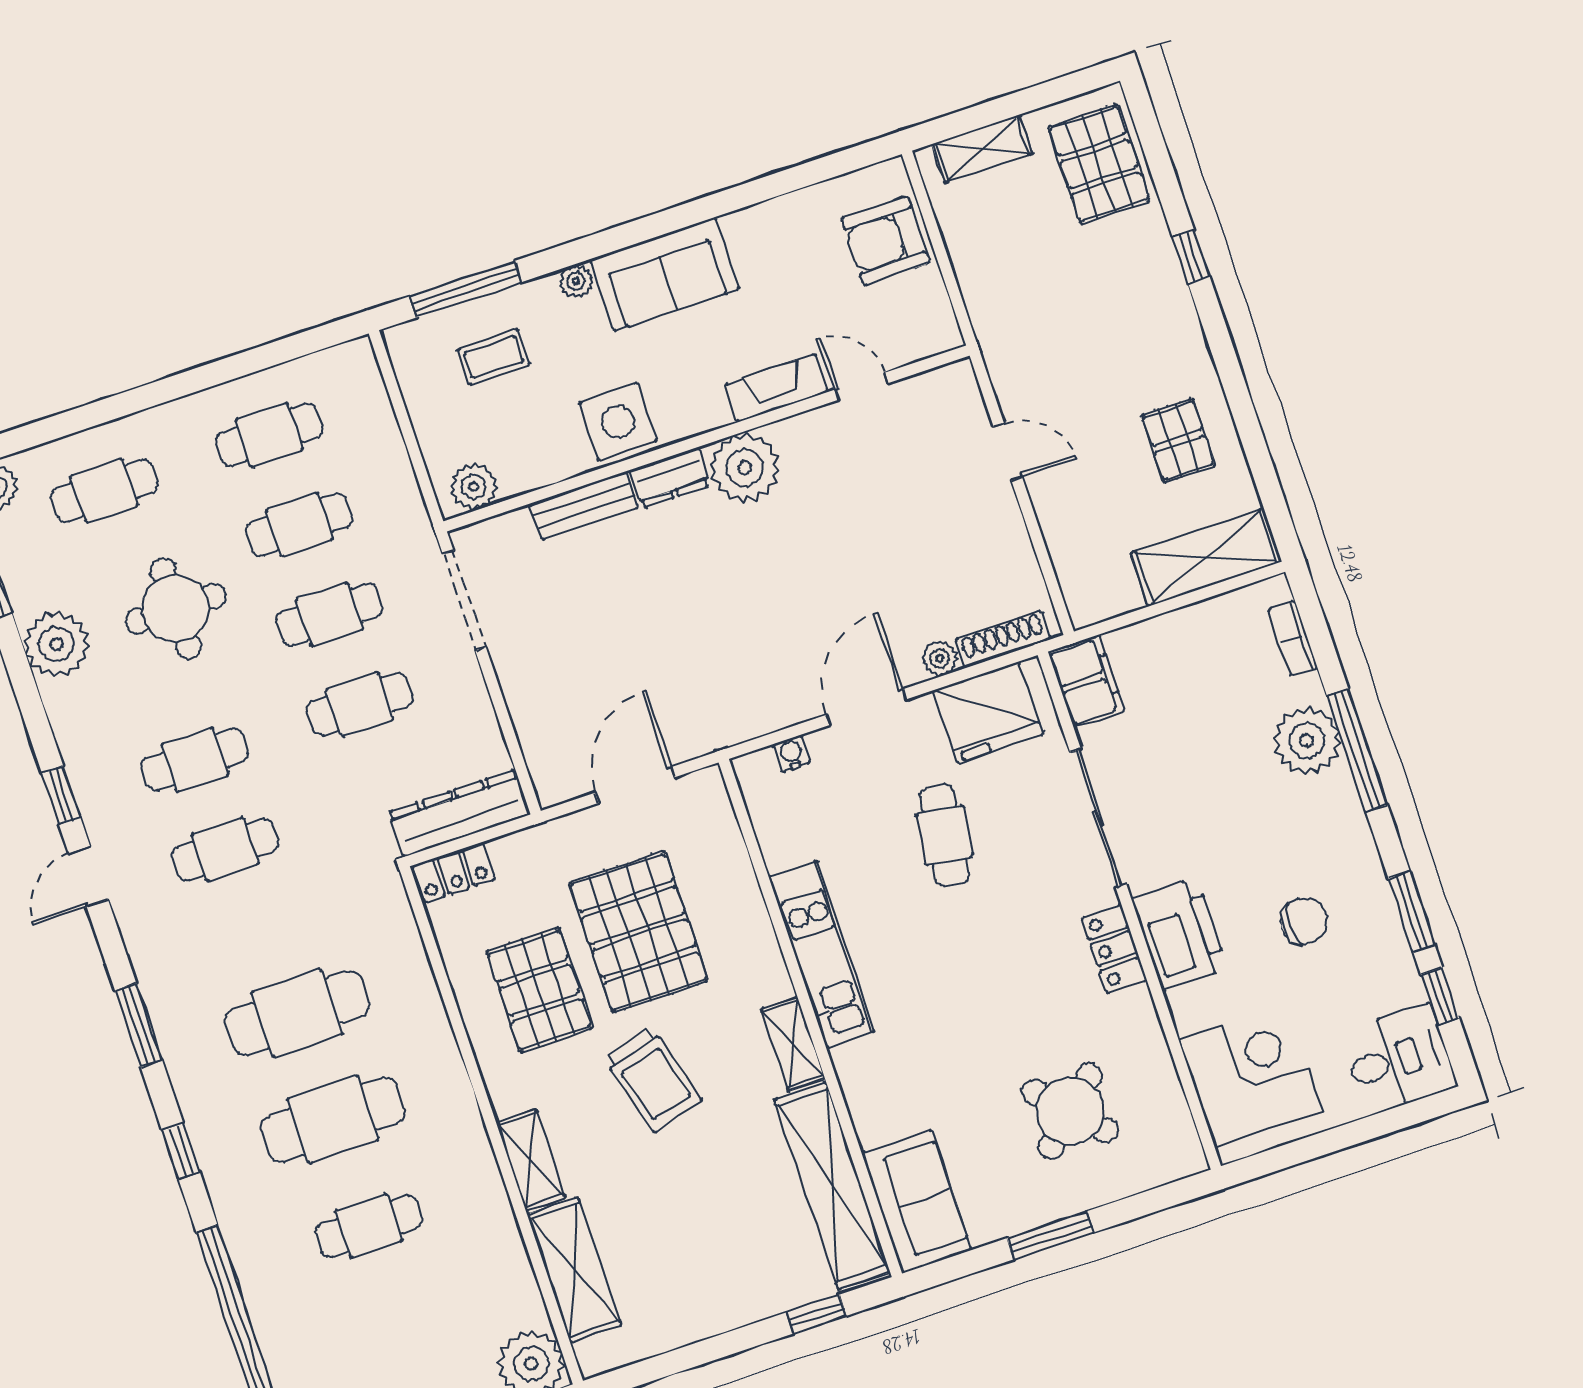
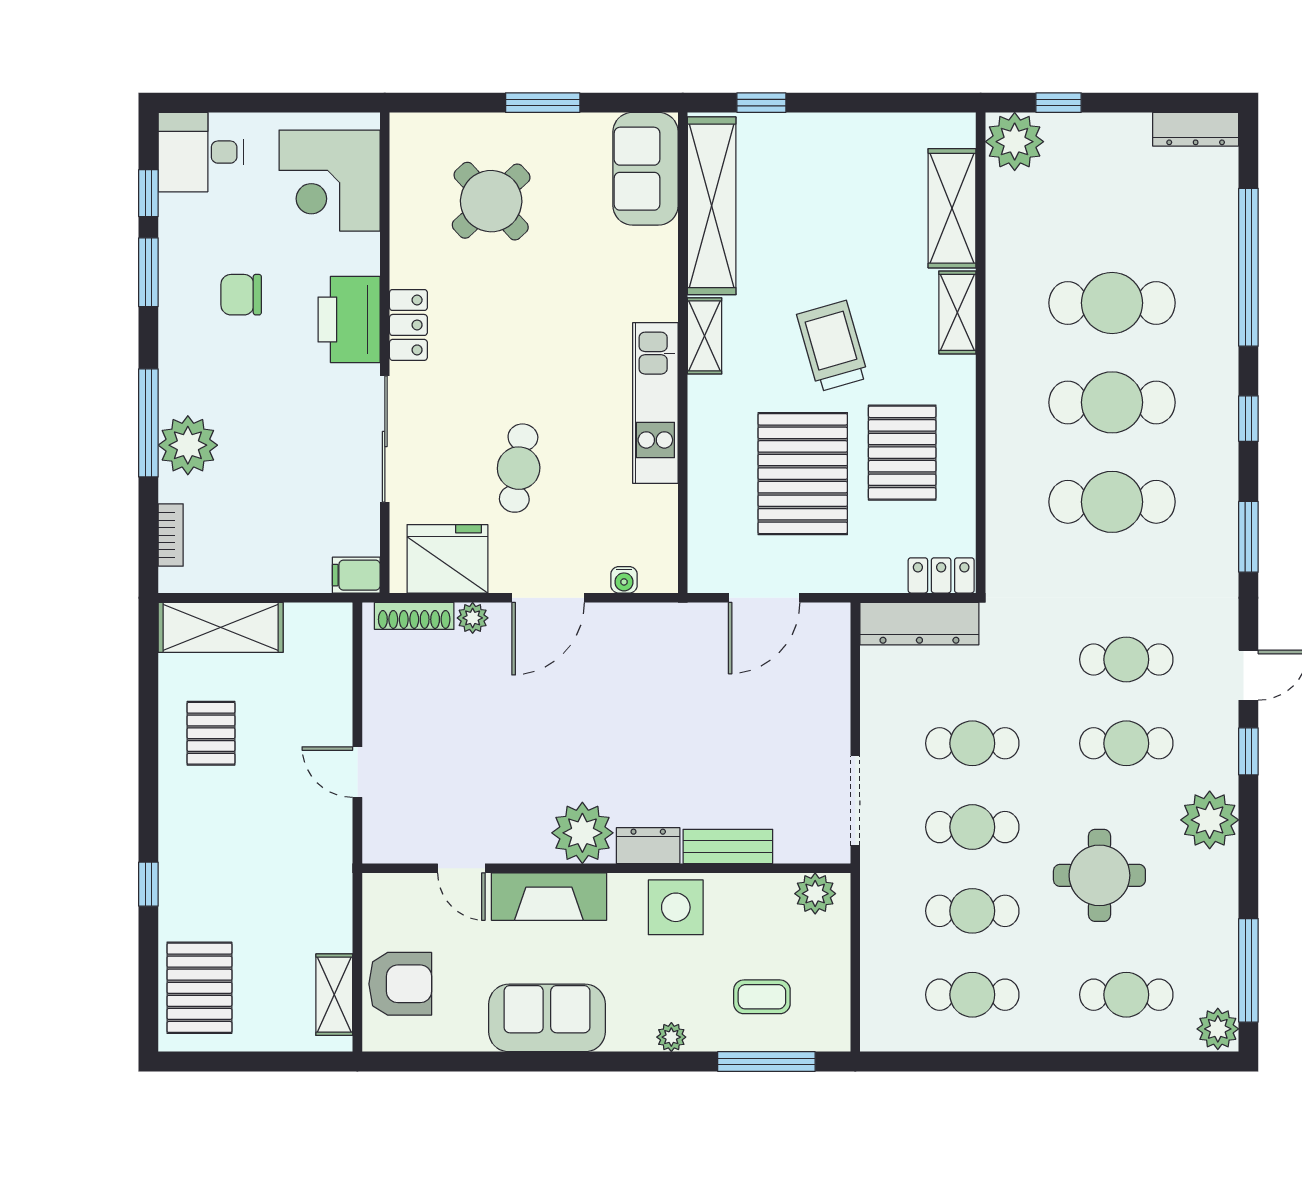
shelving: (982, 149) -> (334, 995), moved, turned 90
sofa: (664, 274) -> (547, 1018), moved
fireplace: (776, 388) -> (549, 897), width x1.37, depth x1.32
plant: (56, 644) -> (1210, 820), moved
filing cabinet: (1086, 681) -> (356, 575), width x0.50
cafe table: (369, 1226) -> (1112, 303), width x1.37, depth x1.35

